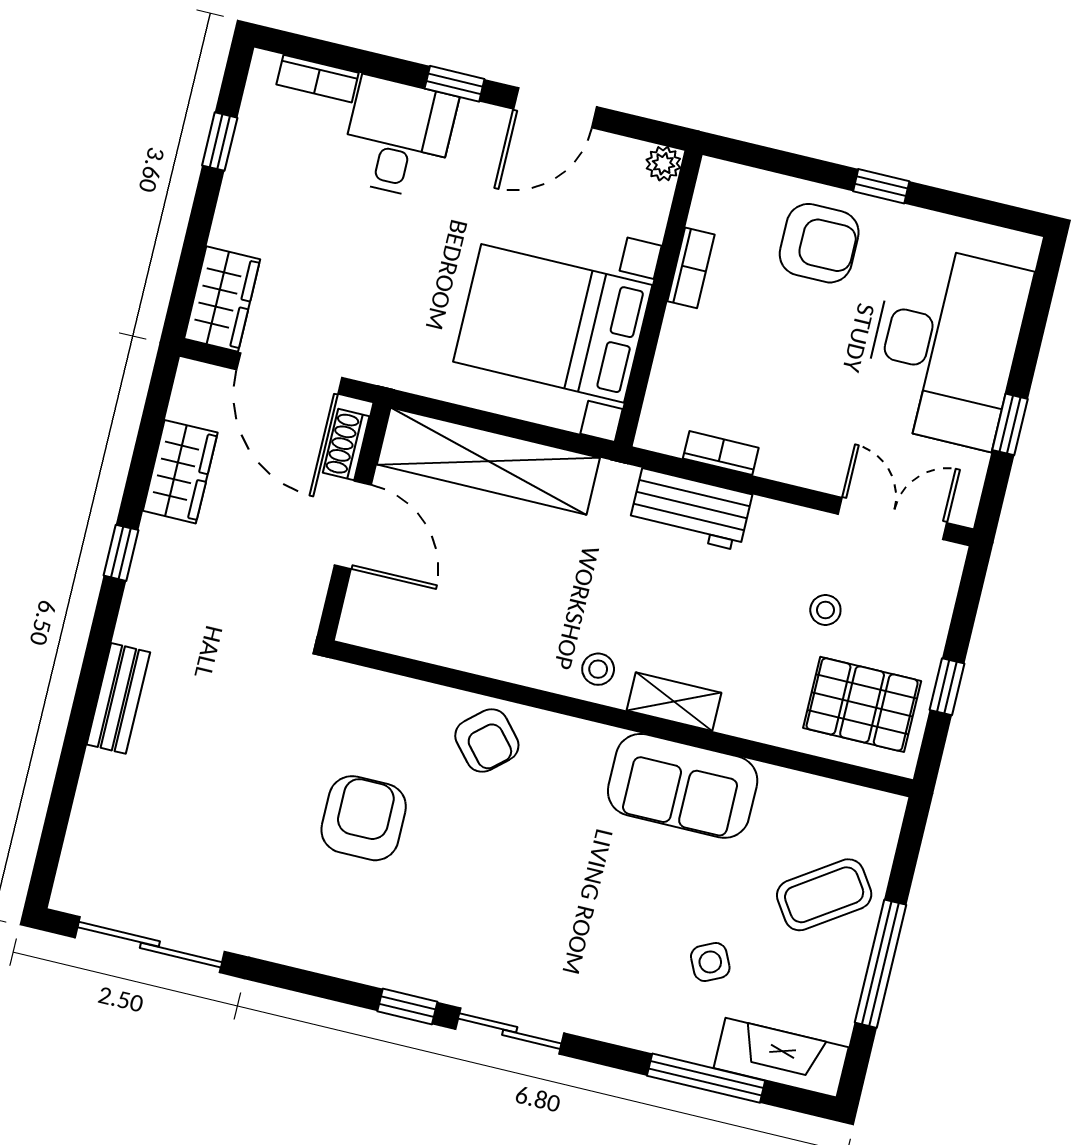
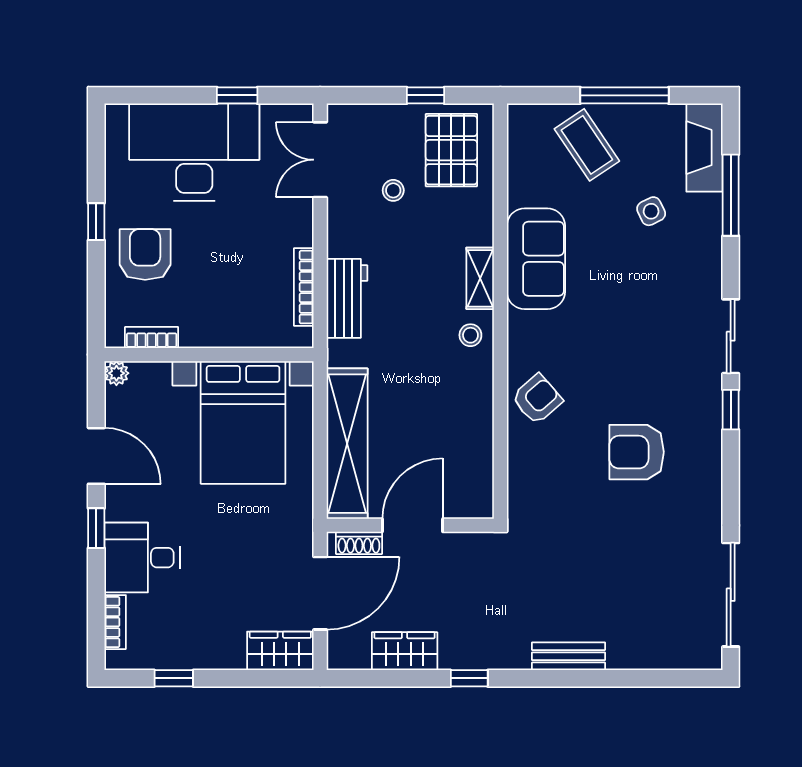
bookcase: (691, 268) -> (152, 338), moved
bookcase: (721, 453) -> (304, 287), width x1.56
armchair: (364, 818) -> (637, 452), moved

